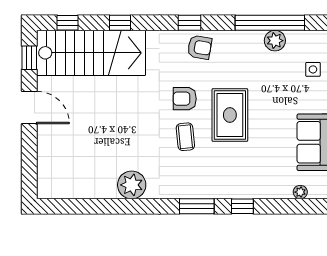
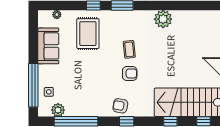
plant: (275, 41) -> (58, 110), moved
rug: (230, 115) -> (88, 34), moved

